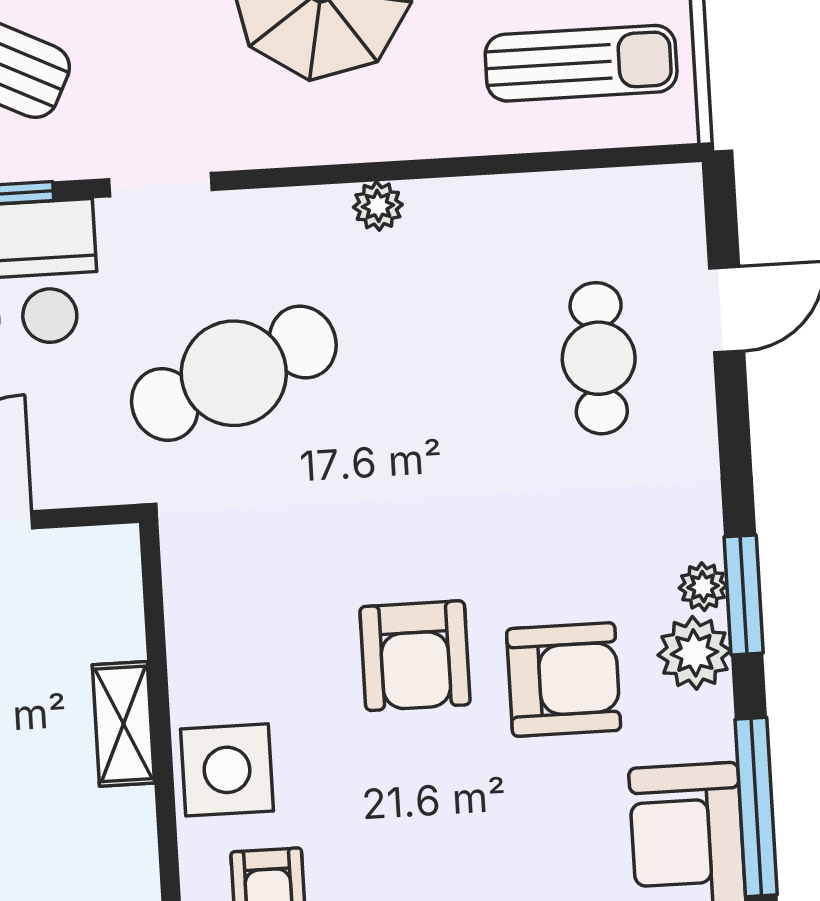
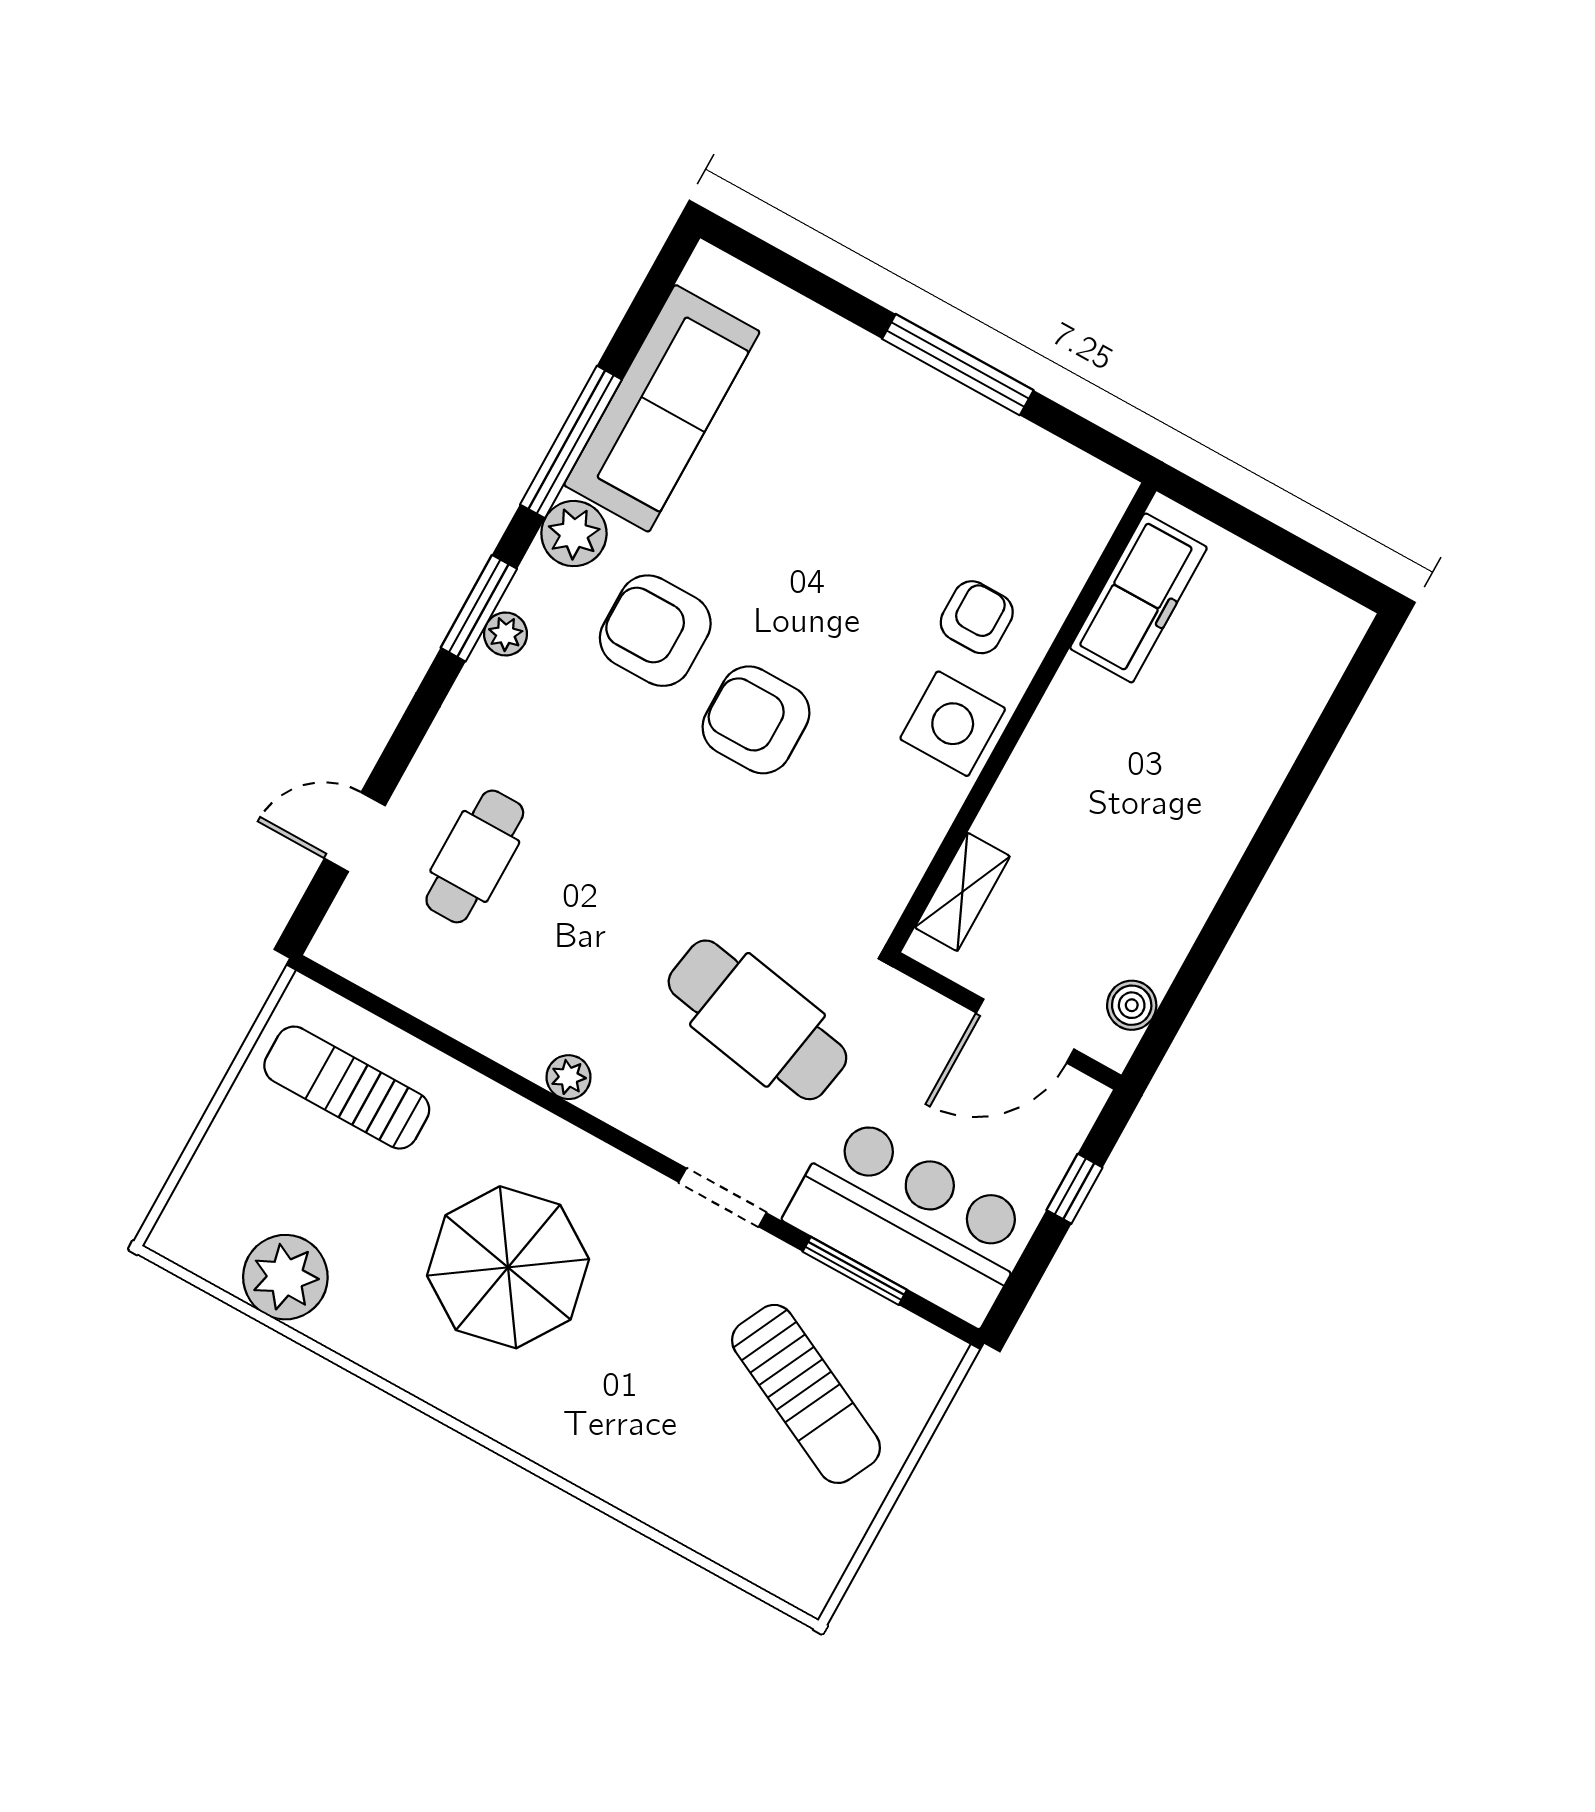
cafe table: (234, 373) -> (757, 1020), turned 31
plant: (694, 653) -> (574, 534), moved
armchair: (415, 656) -> (756, 720), turned -90
shelving: (123, 724) -> (962, 892), moved

